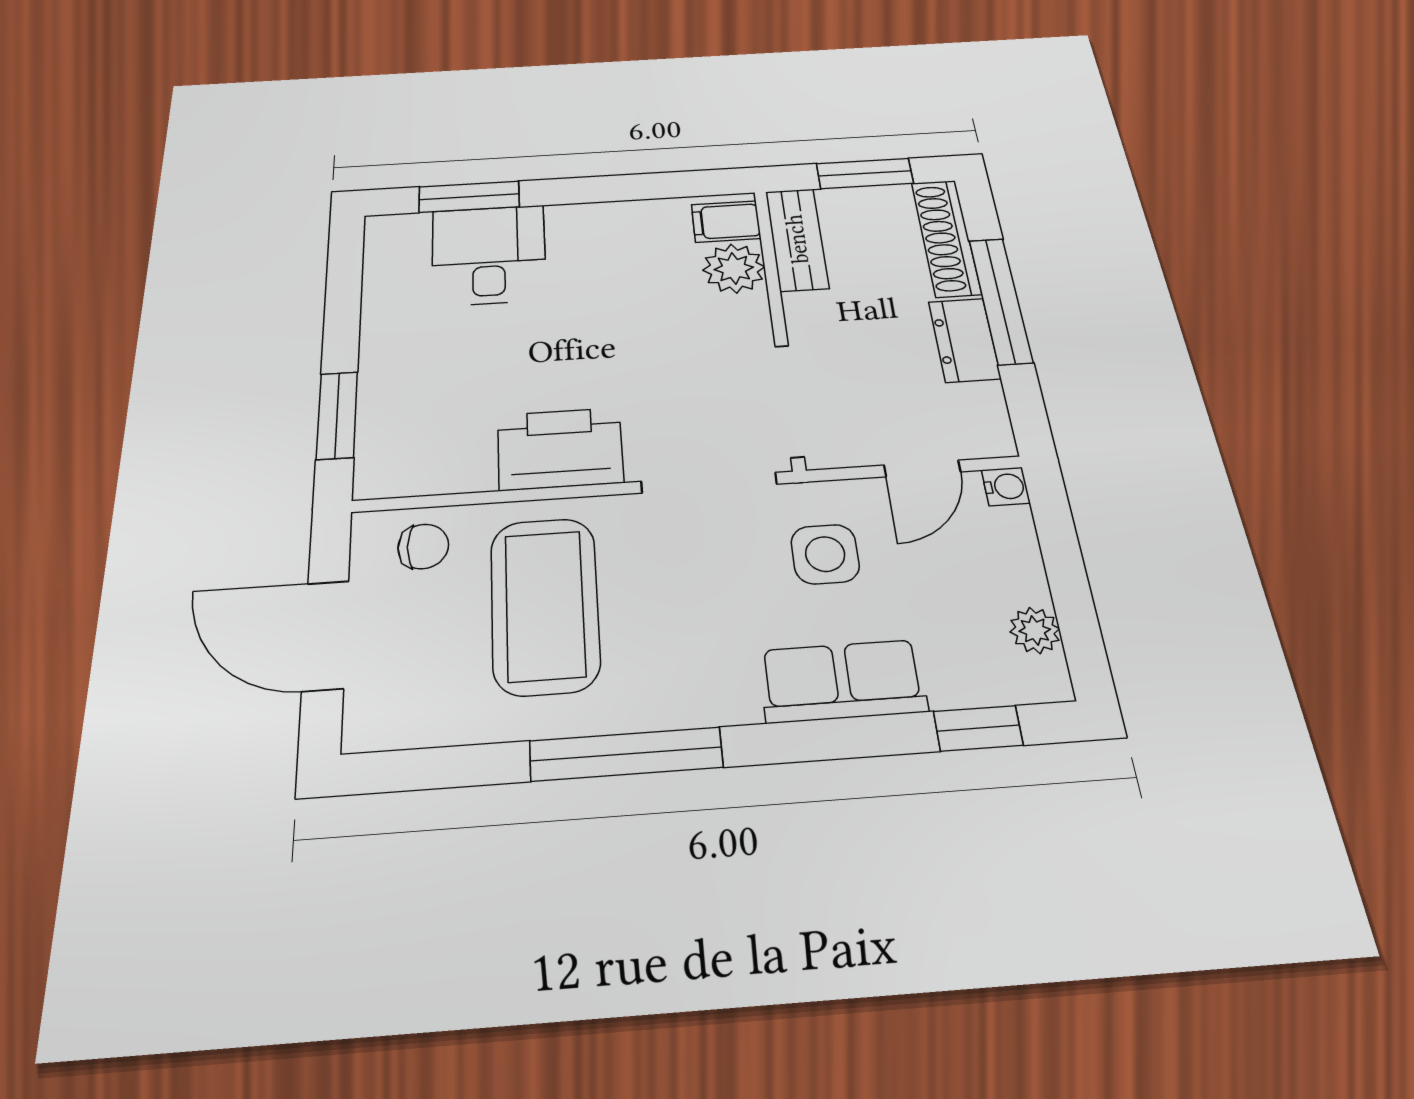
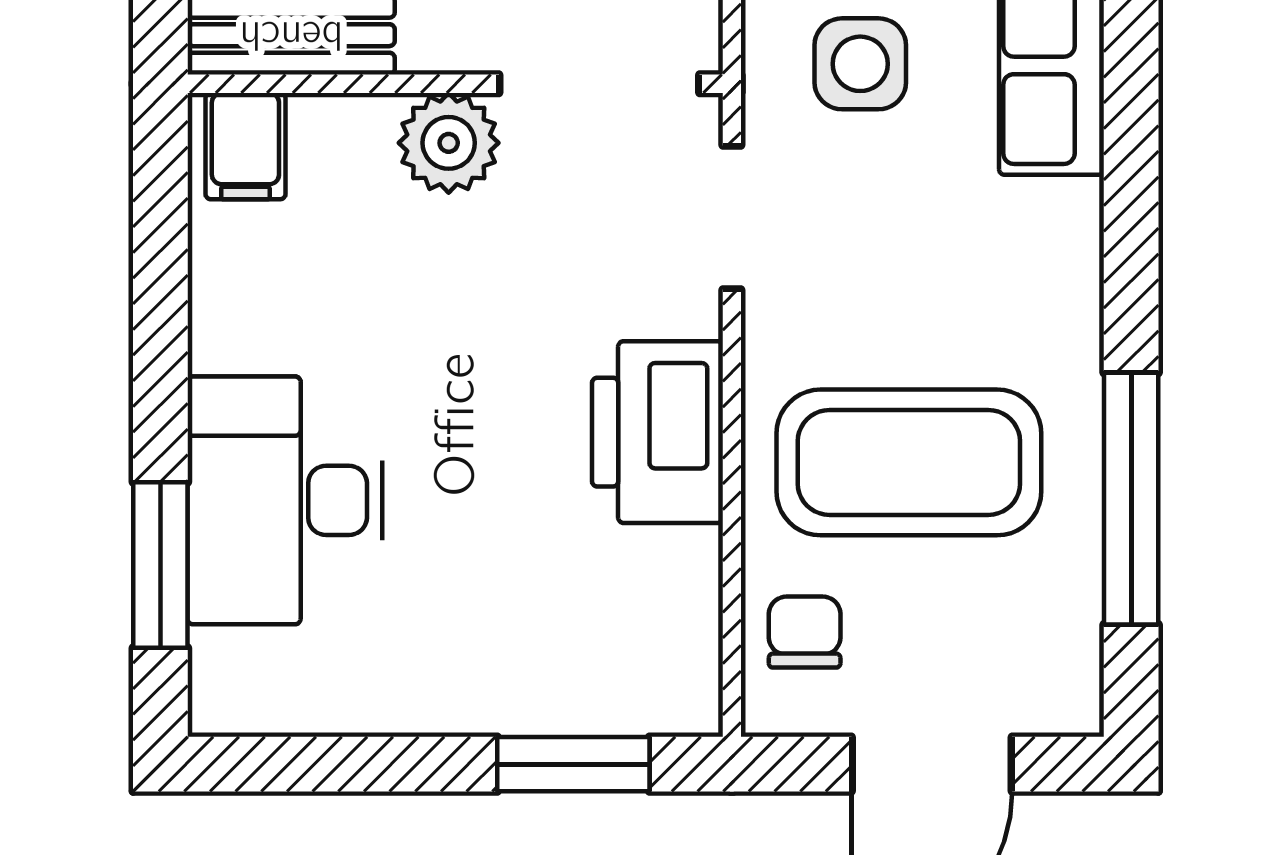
desk: (489, 255) -> (285, 500), width x1.37
plant: (734, 268) -> (449, 143), moved
doorway: (709, 483) -> (732, 218), width x0.73
window: (626, 754) -> (1131, 499), moved

